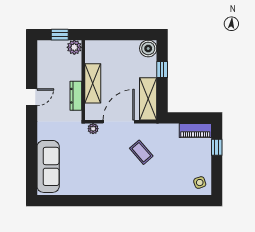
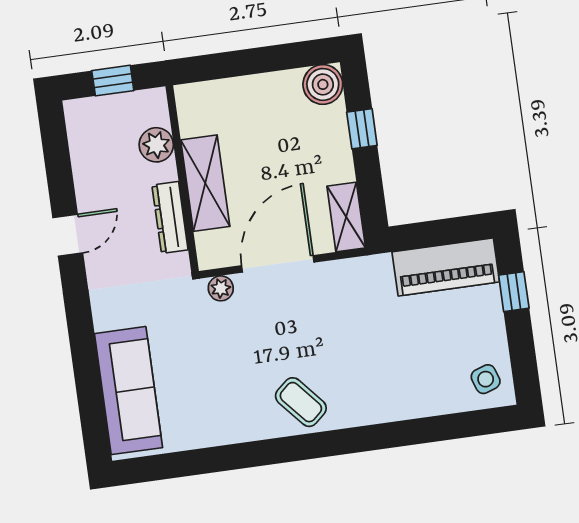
plant: (74, 47) -> (156, 145), moved
shelving: (148, 99) -> (346, 217), width x0.67, depth x0.75
piano: (195, 130) -> (446, 267), width x1.37, depth x1.33
coffee table: (141, 152) -> (301, 402), moved

